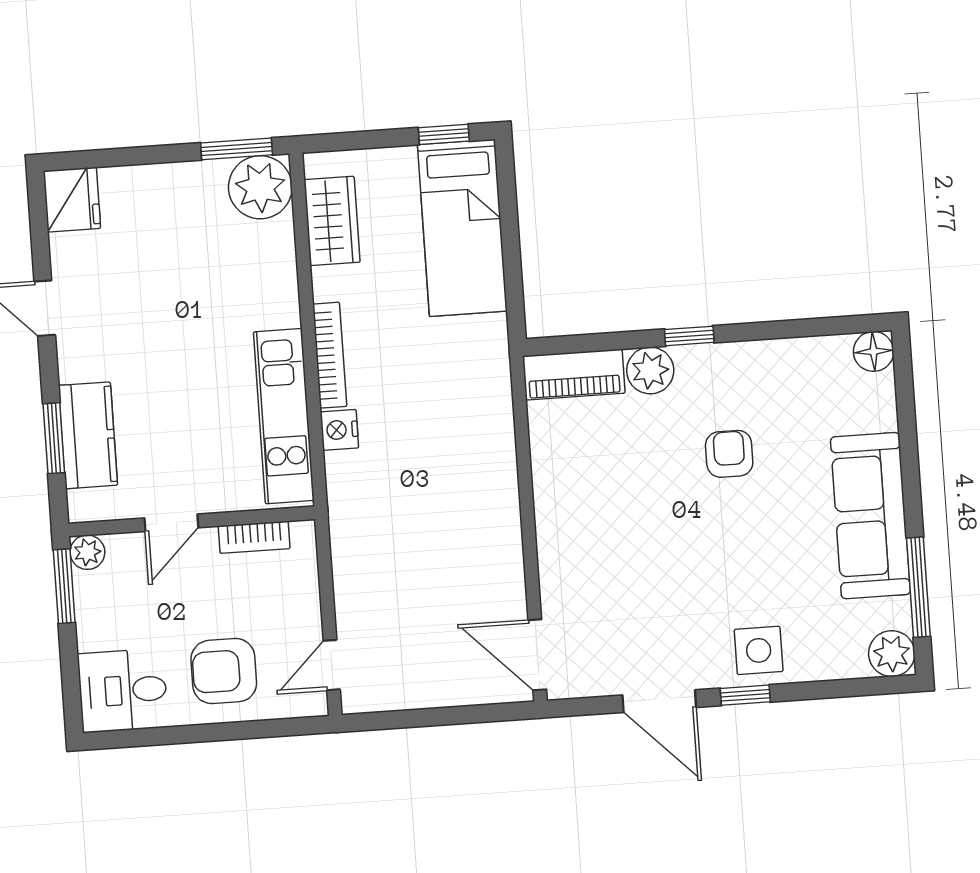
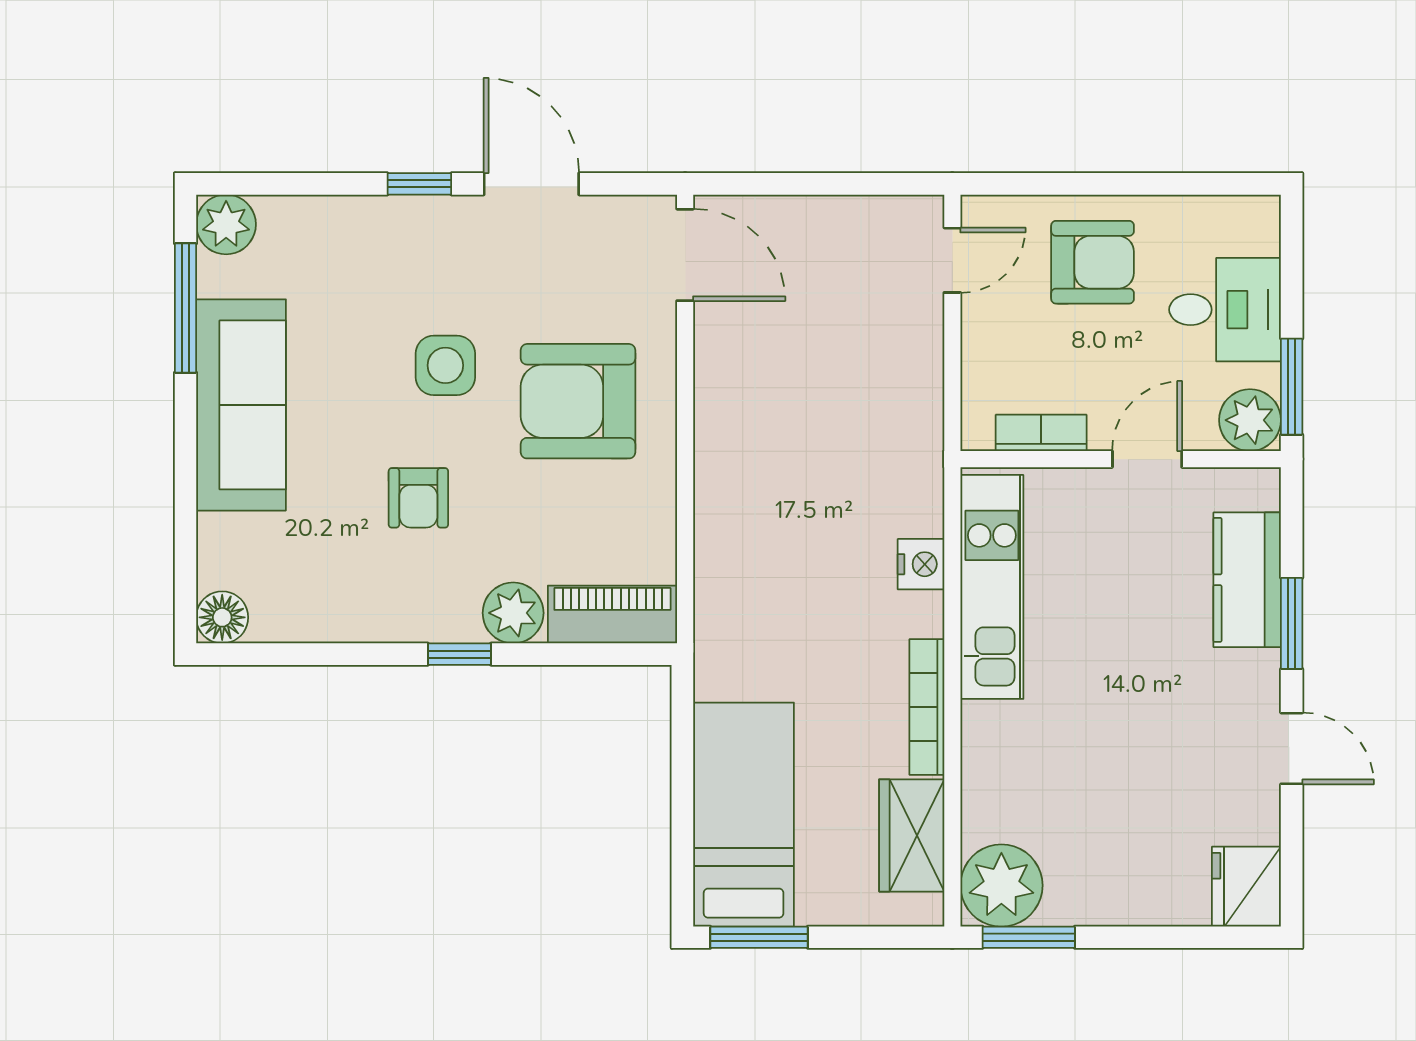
window: (444, 134) -> (759, 937), width x1.50
bookcase: (330, 355) -> (927, 707), moved
window: (54, 438) -> (1292, 623), moved
armchair: (612, 537) -> (578, 401), added
plant: (87, 552) -> (1250, 420), width x1.38, depth x1.38
side table: (759, 650) -> (445, 365), moved
desk: (123, 690) -> (1225, 310), moved

